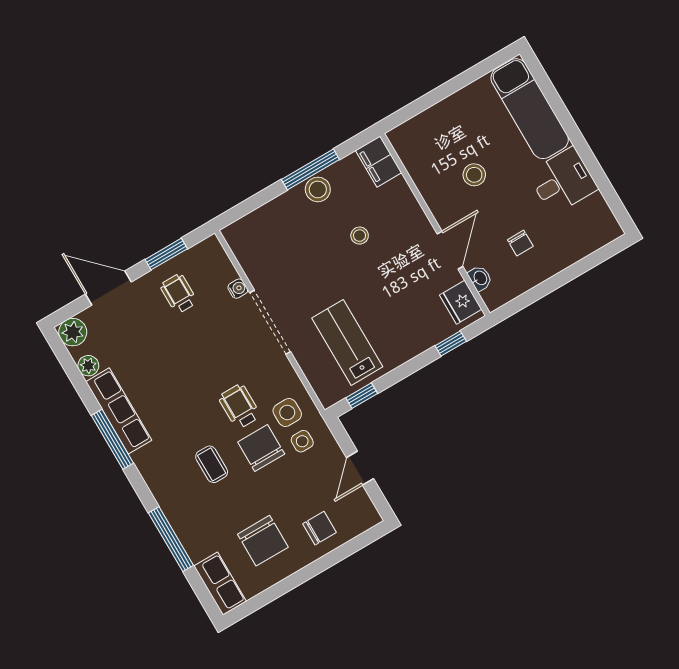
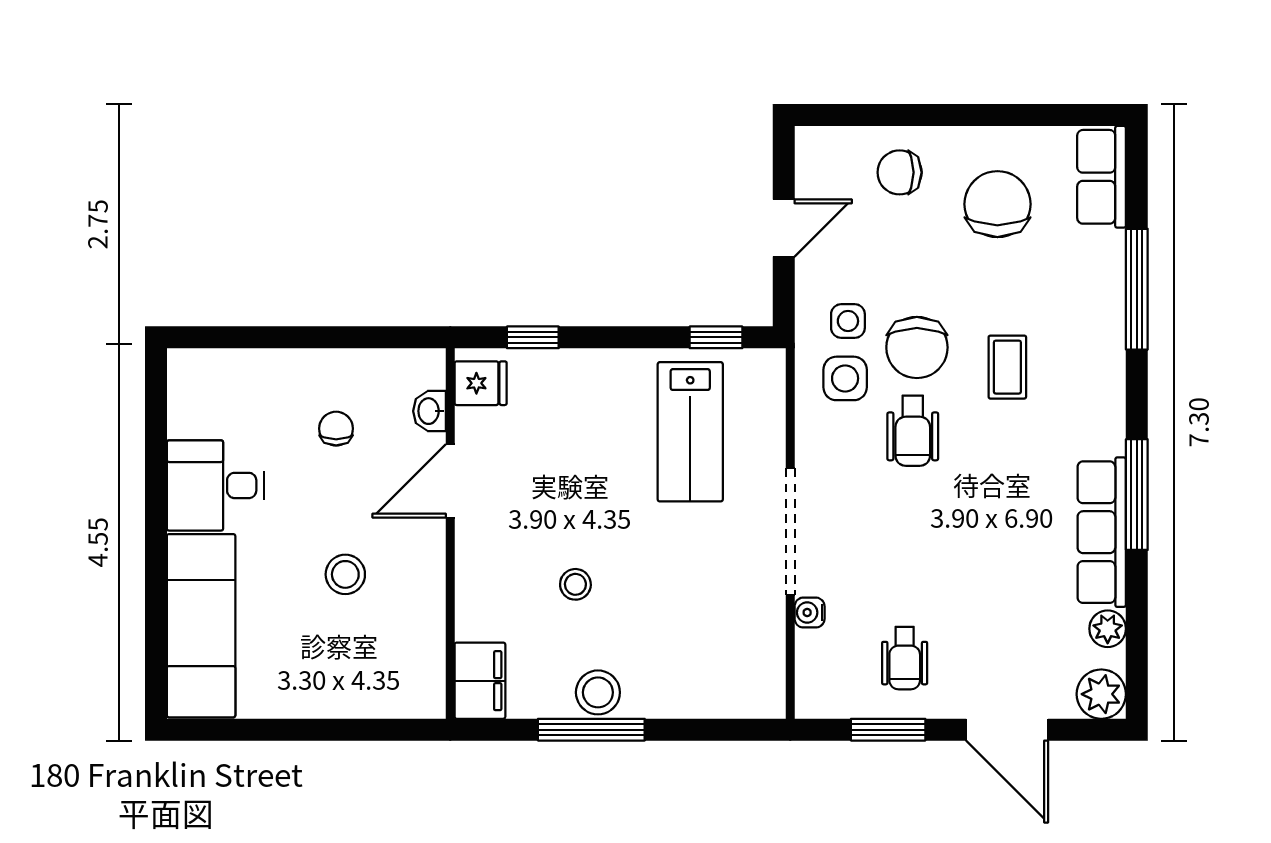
fridge: (461, 302) -> (481, 383), width x0.72

